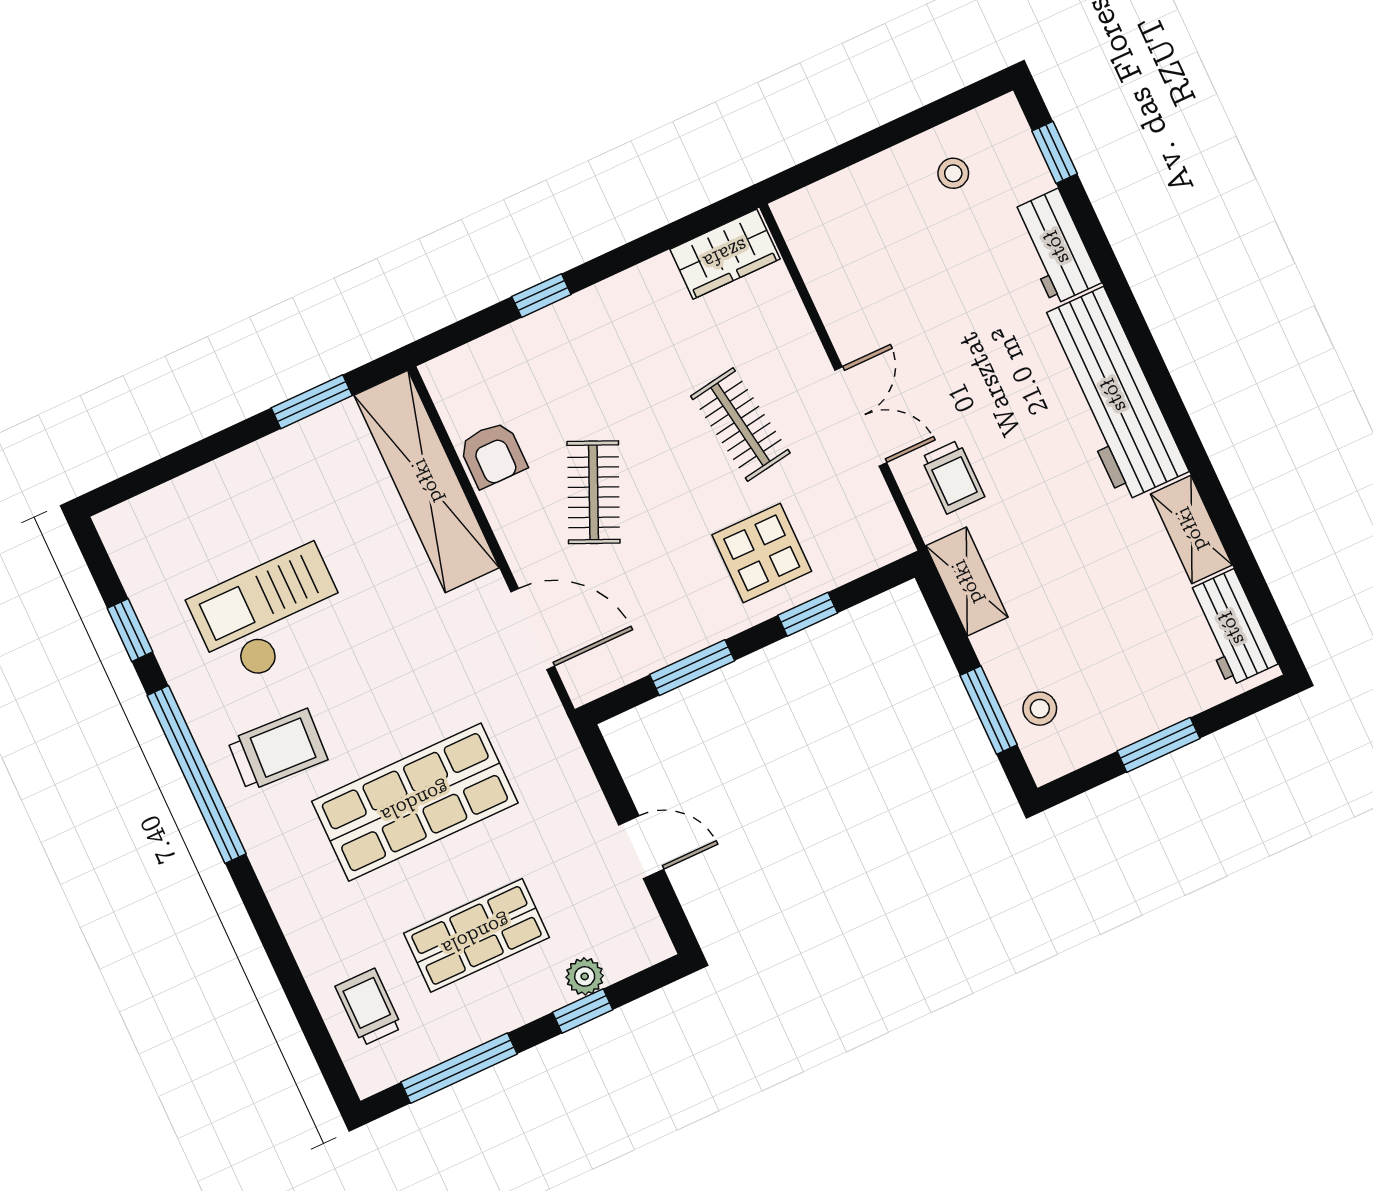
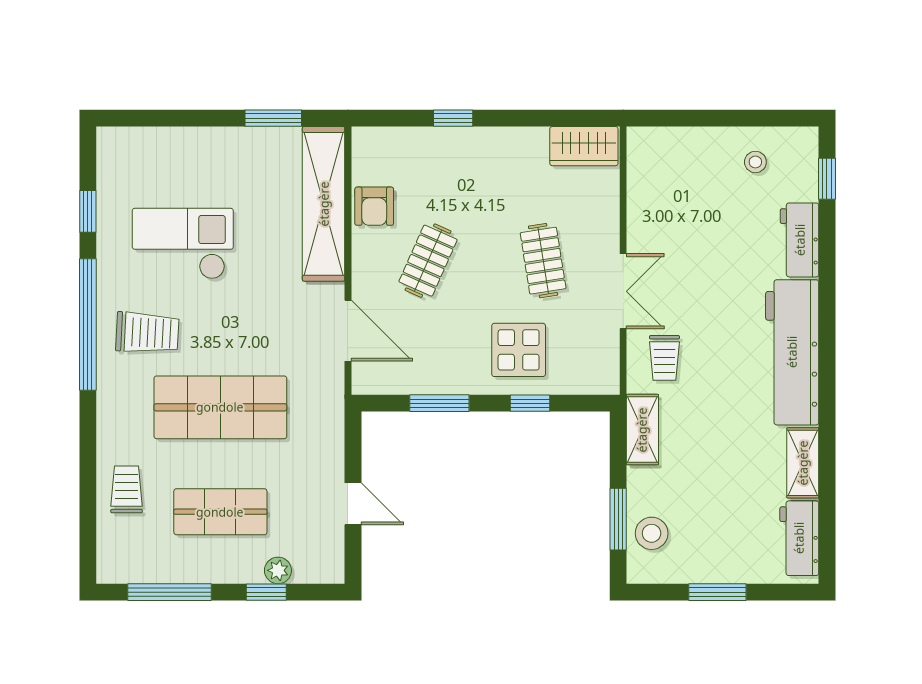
stool: (1040, 709) -> (652, 533), width x1.37, depth x1.37
trolley: (369, 1007) -> (127, 489), moved

